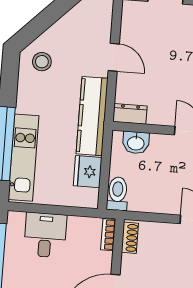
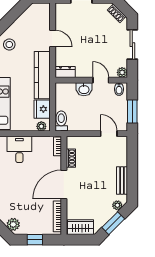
washbasin: (136, 143) -> (84, 89), moved
plant: (84, 200) -> (41, 126), added
shoe rack: (130, 238) -> (71, 158), moved

